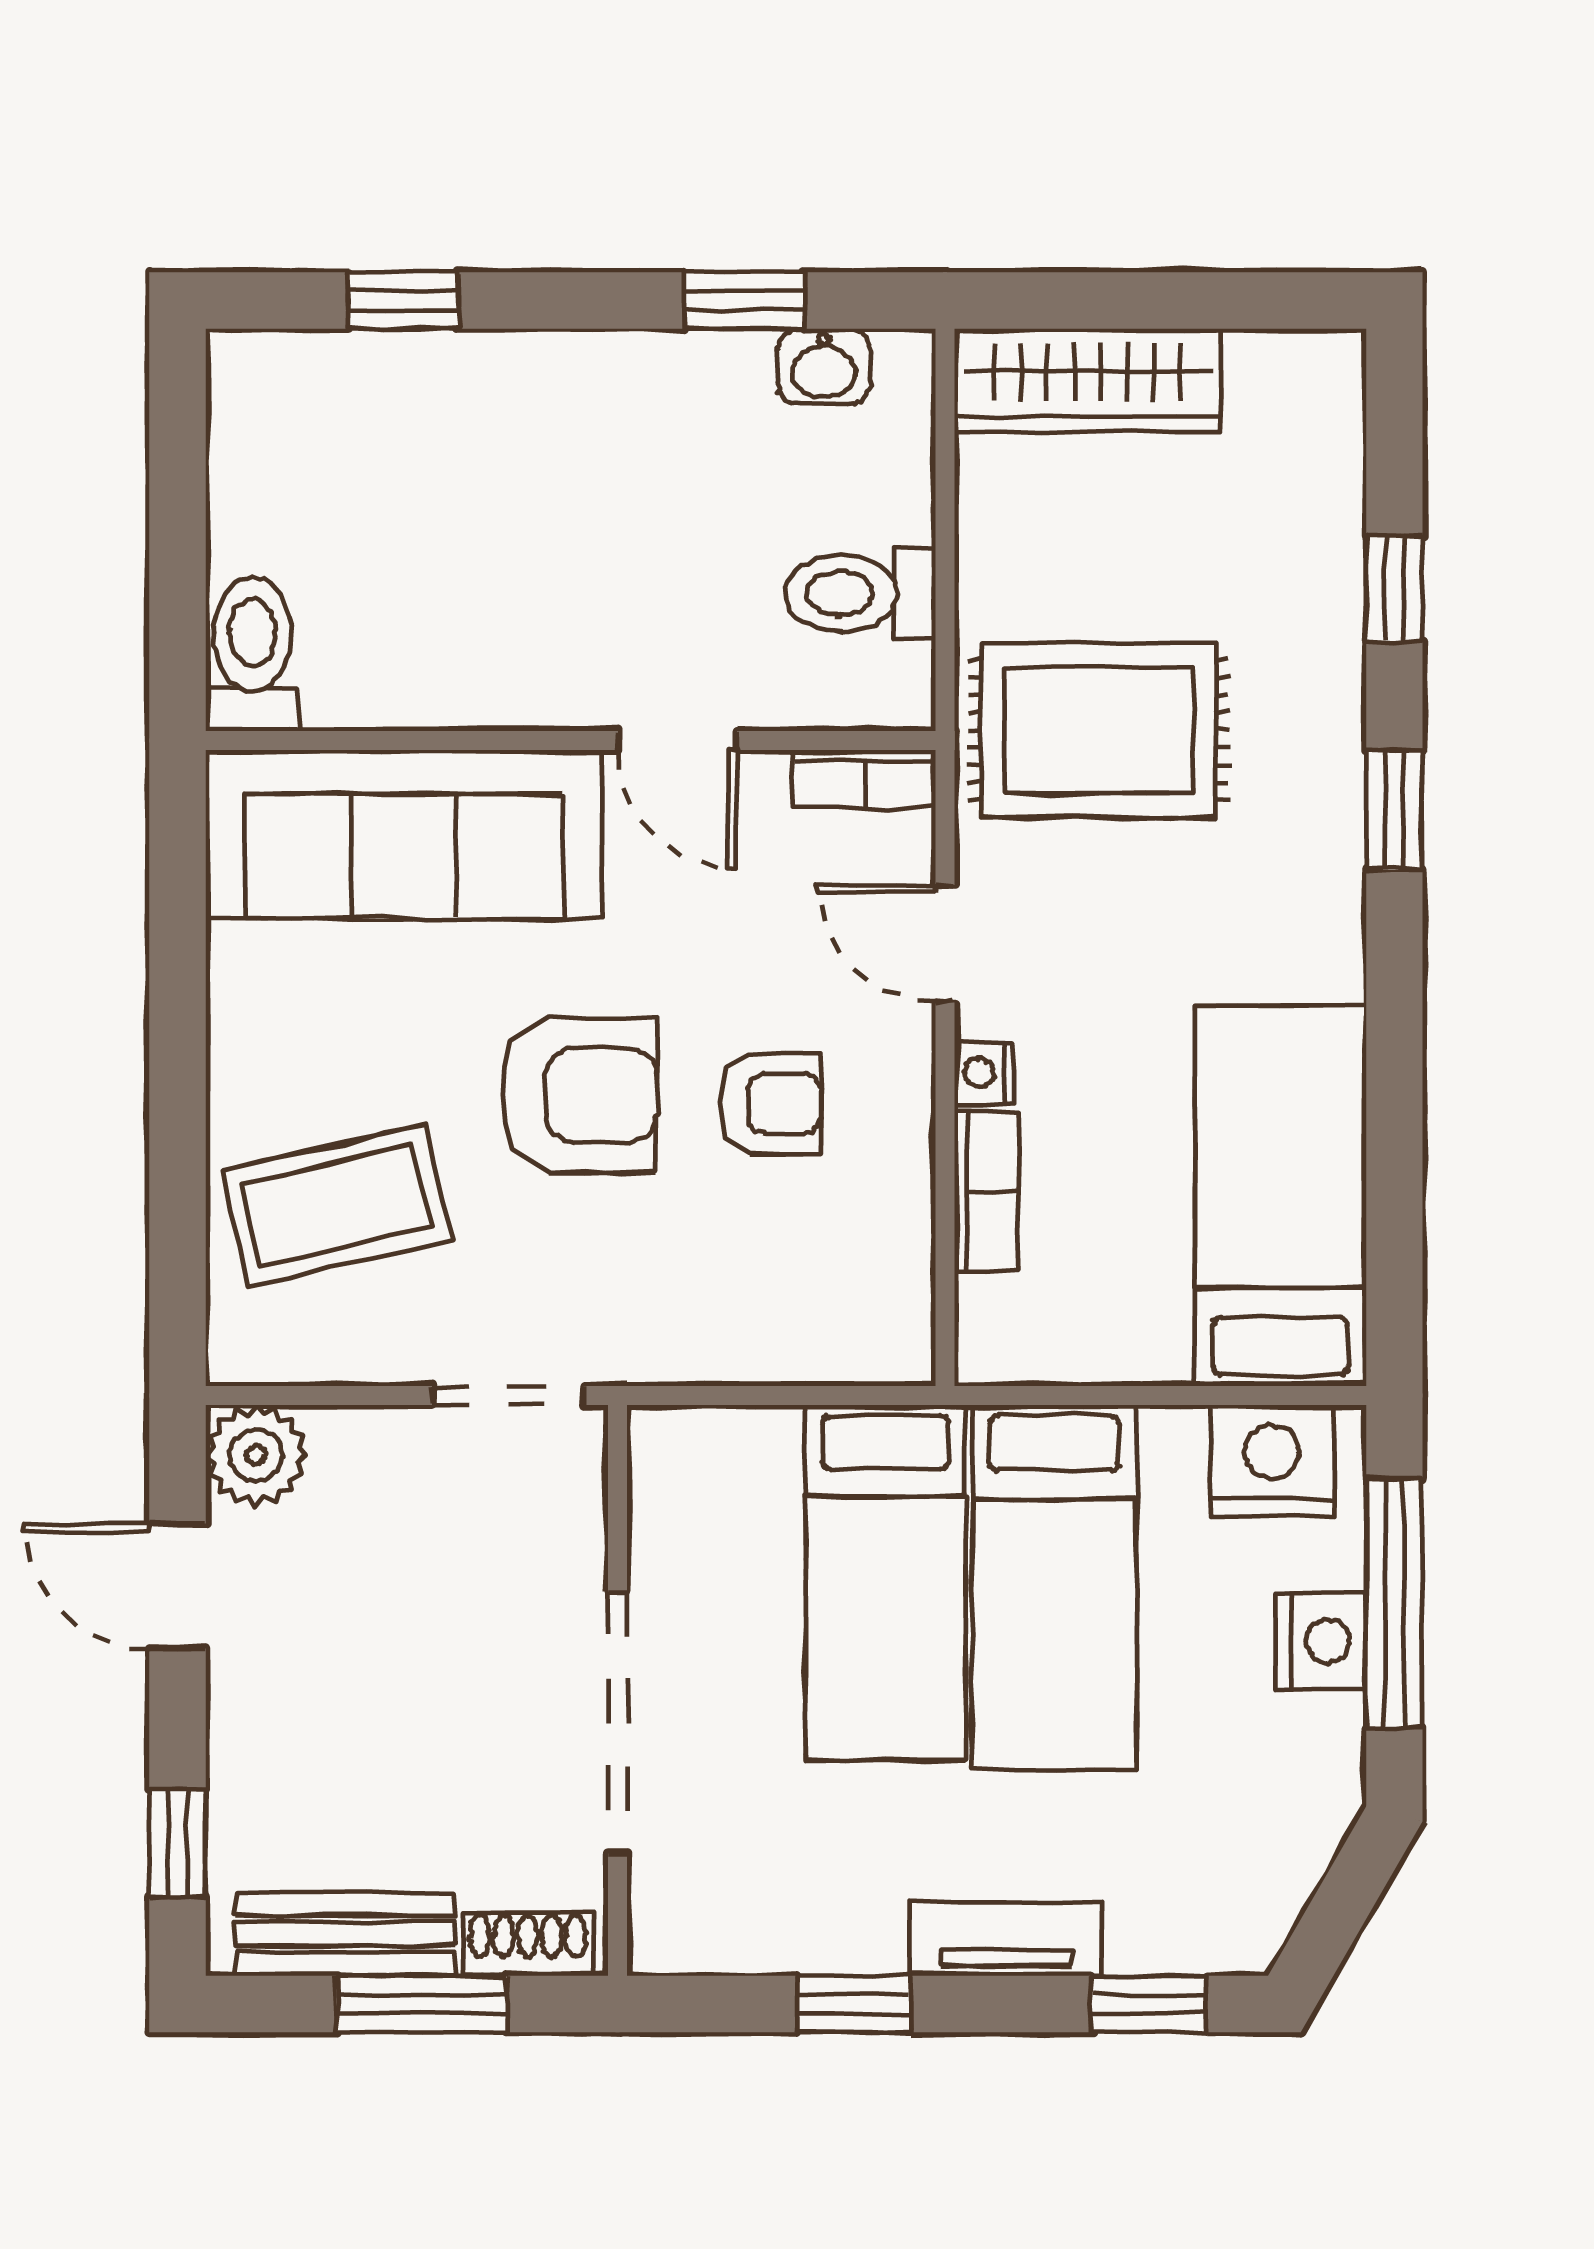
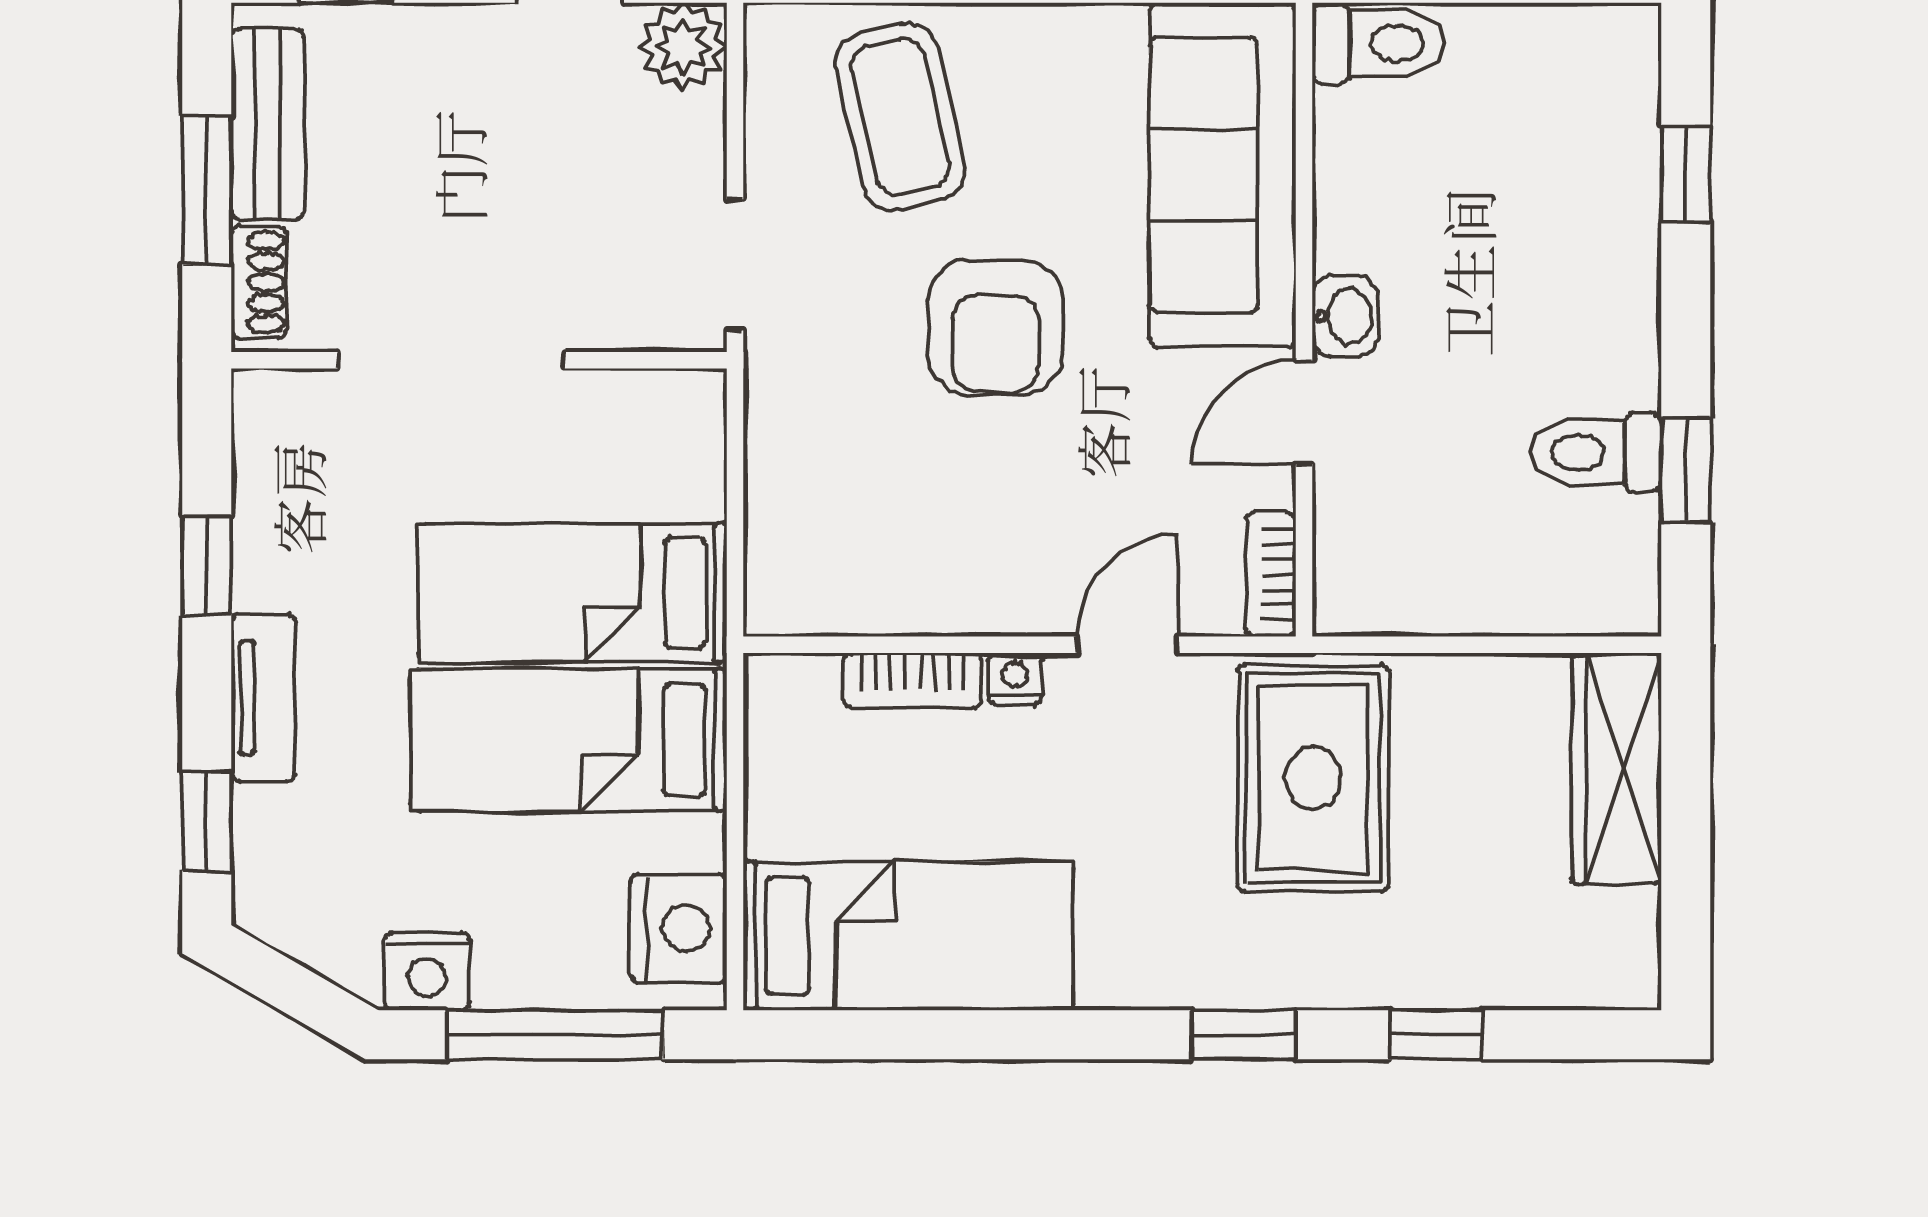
washbasin: (824, 366) -> (1345, 316), moved, turned 180
toilet: (861, 593) -> (1596, 452), moved, turned -90
armchair: (770, 1104) -> (989, 493), removed
nightstand: (1321, 1641) -> (427, 971), moved

